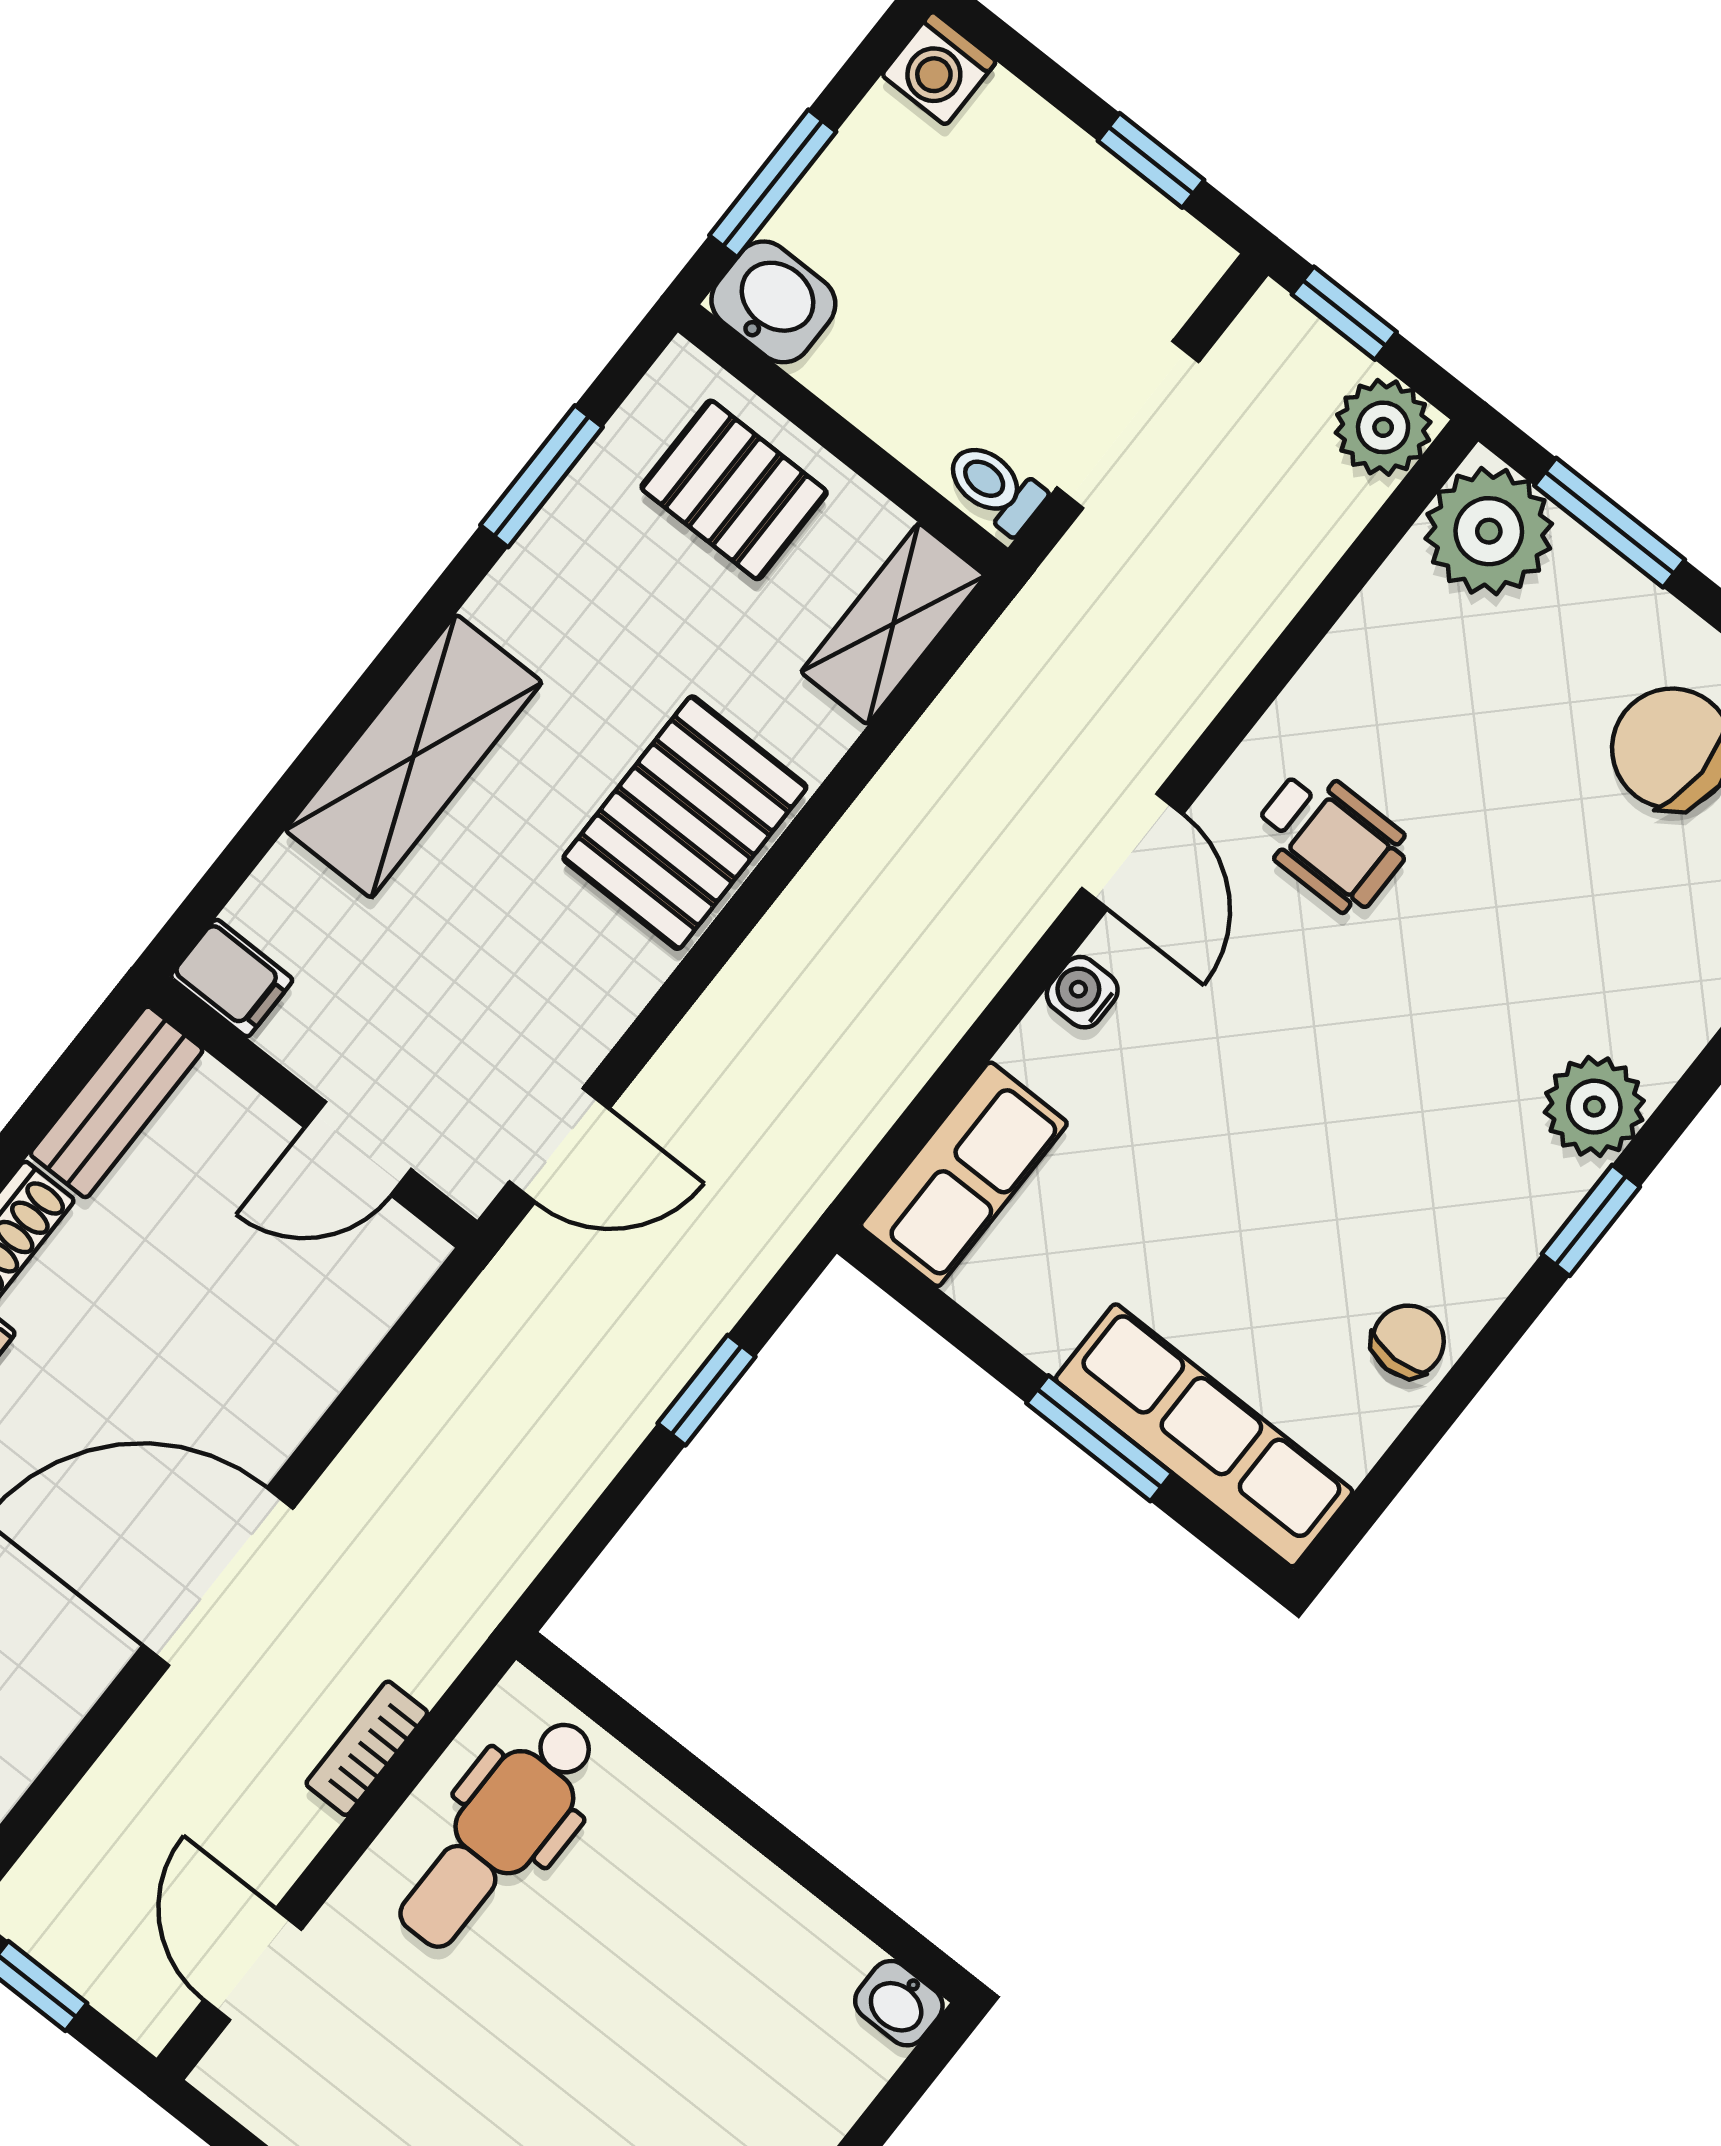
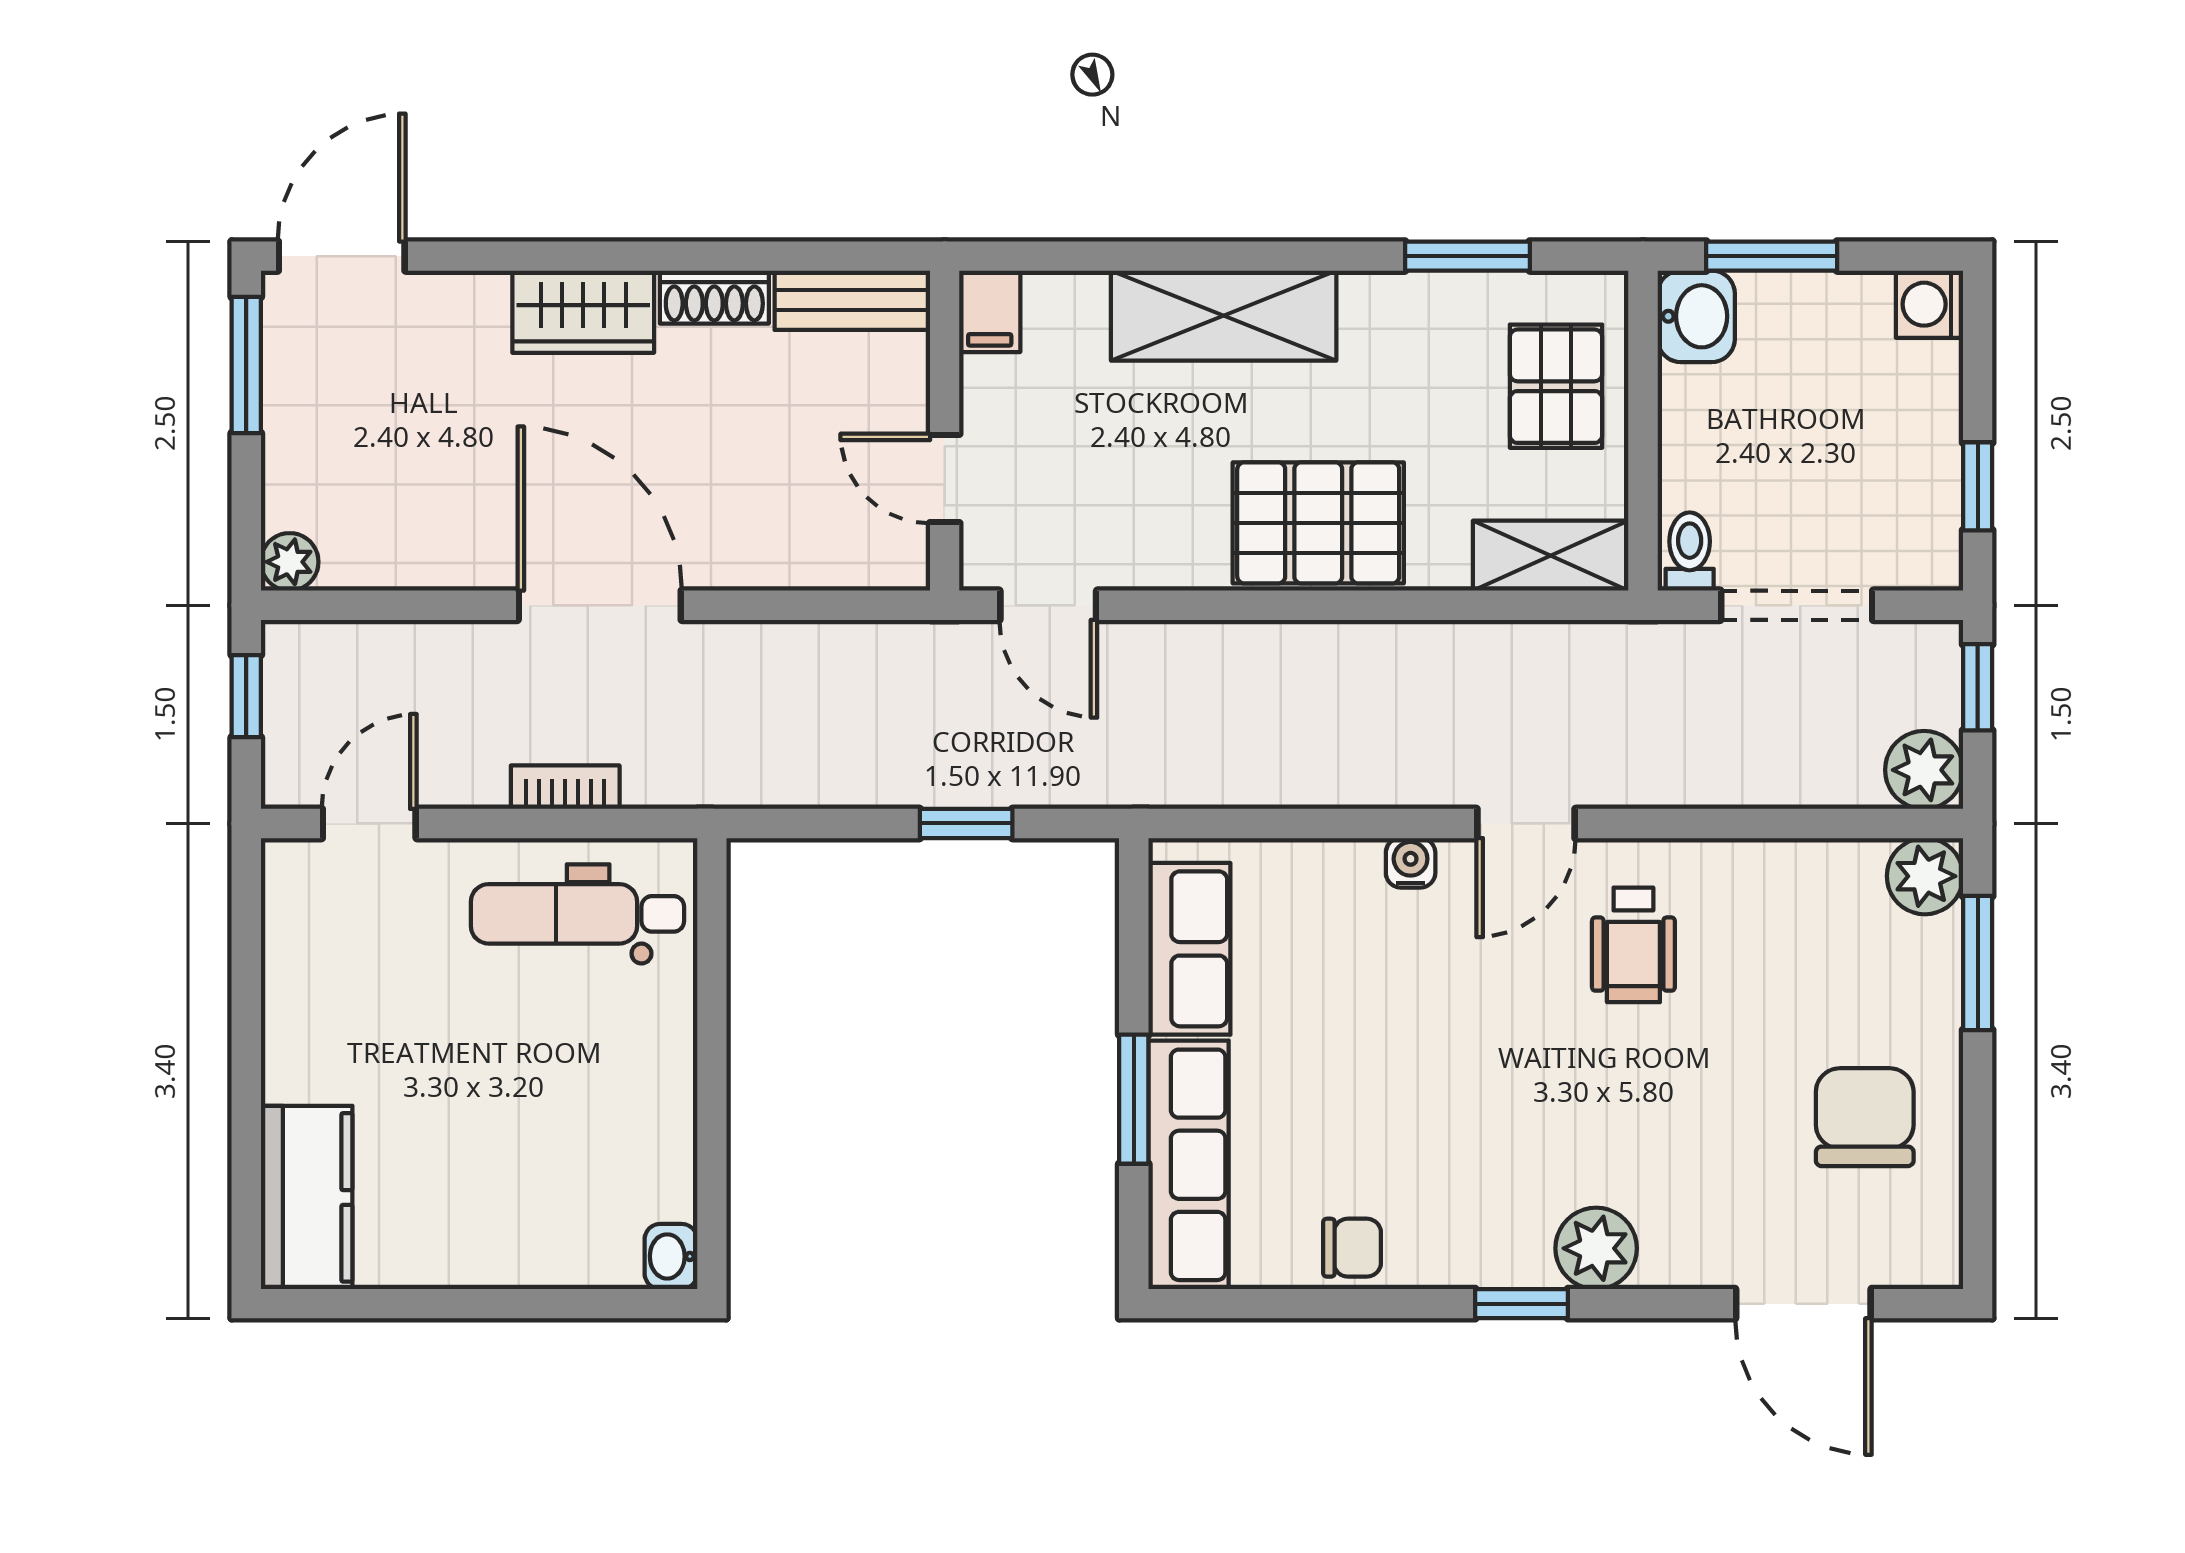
plant: (1489, 531) -> (1925, 876), width x0.73, depth x0.73
row of seats: (964, 1174) -> (1189, 949), moved, turned -90

